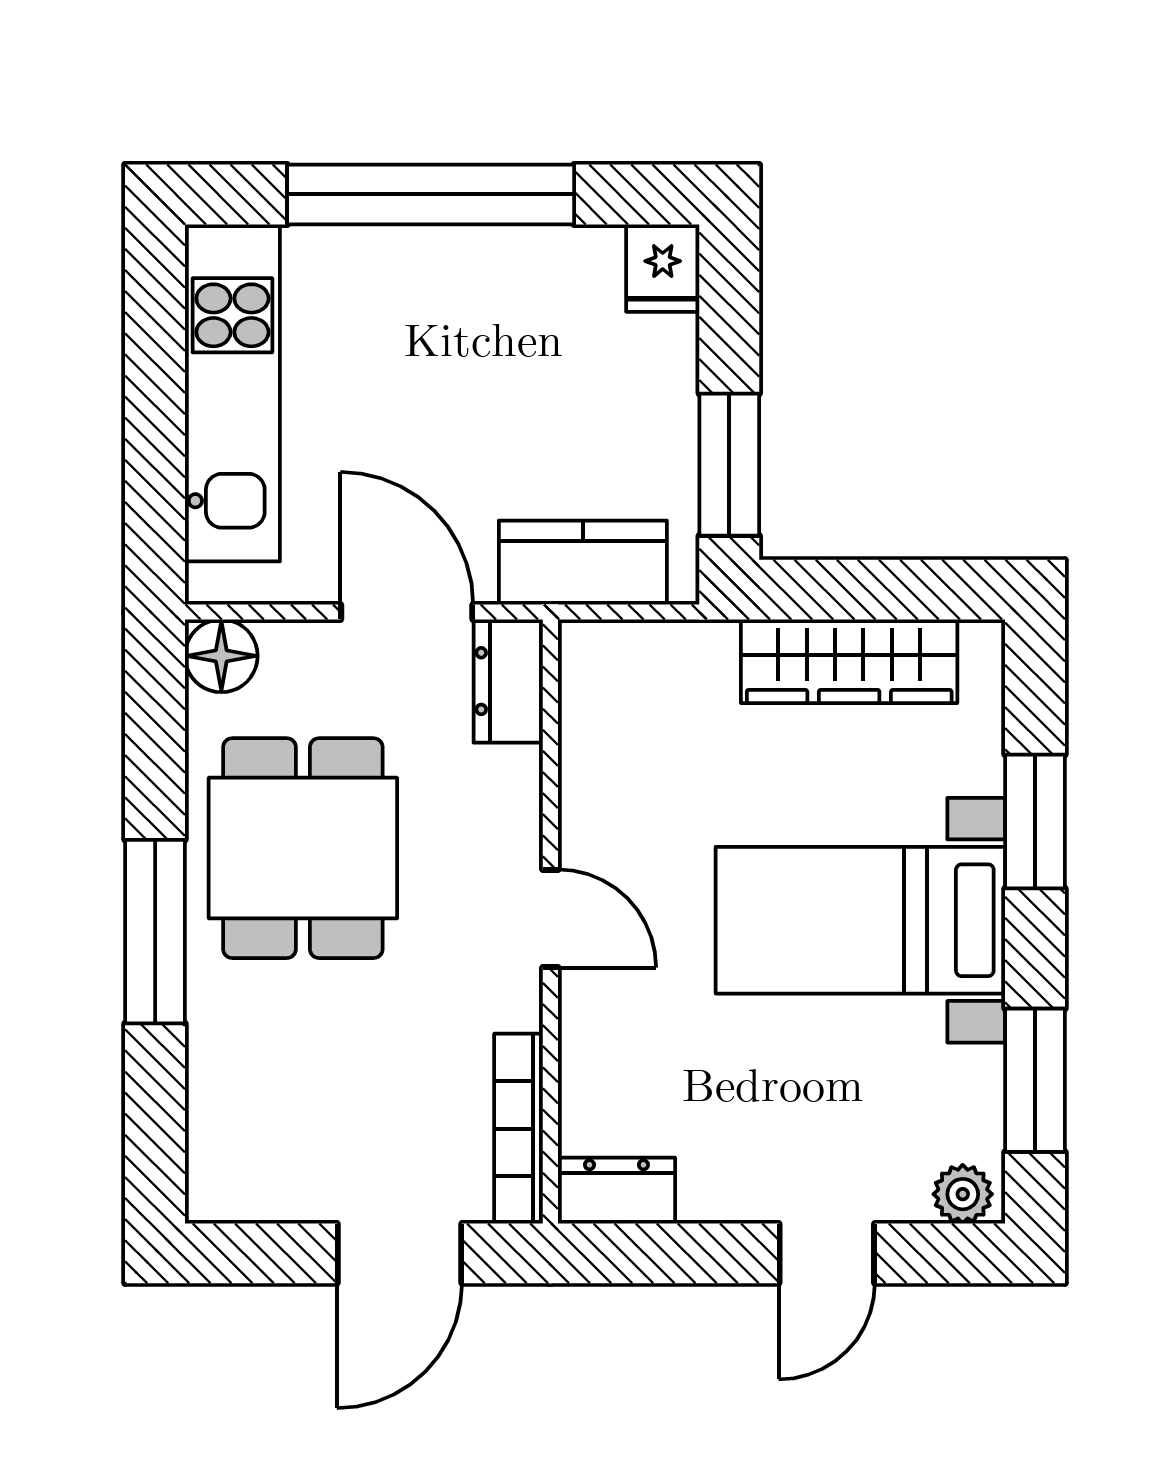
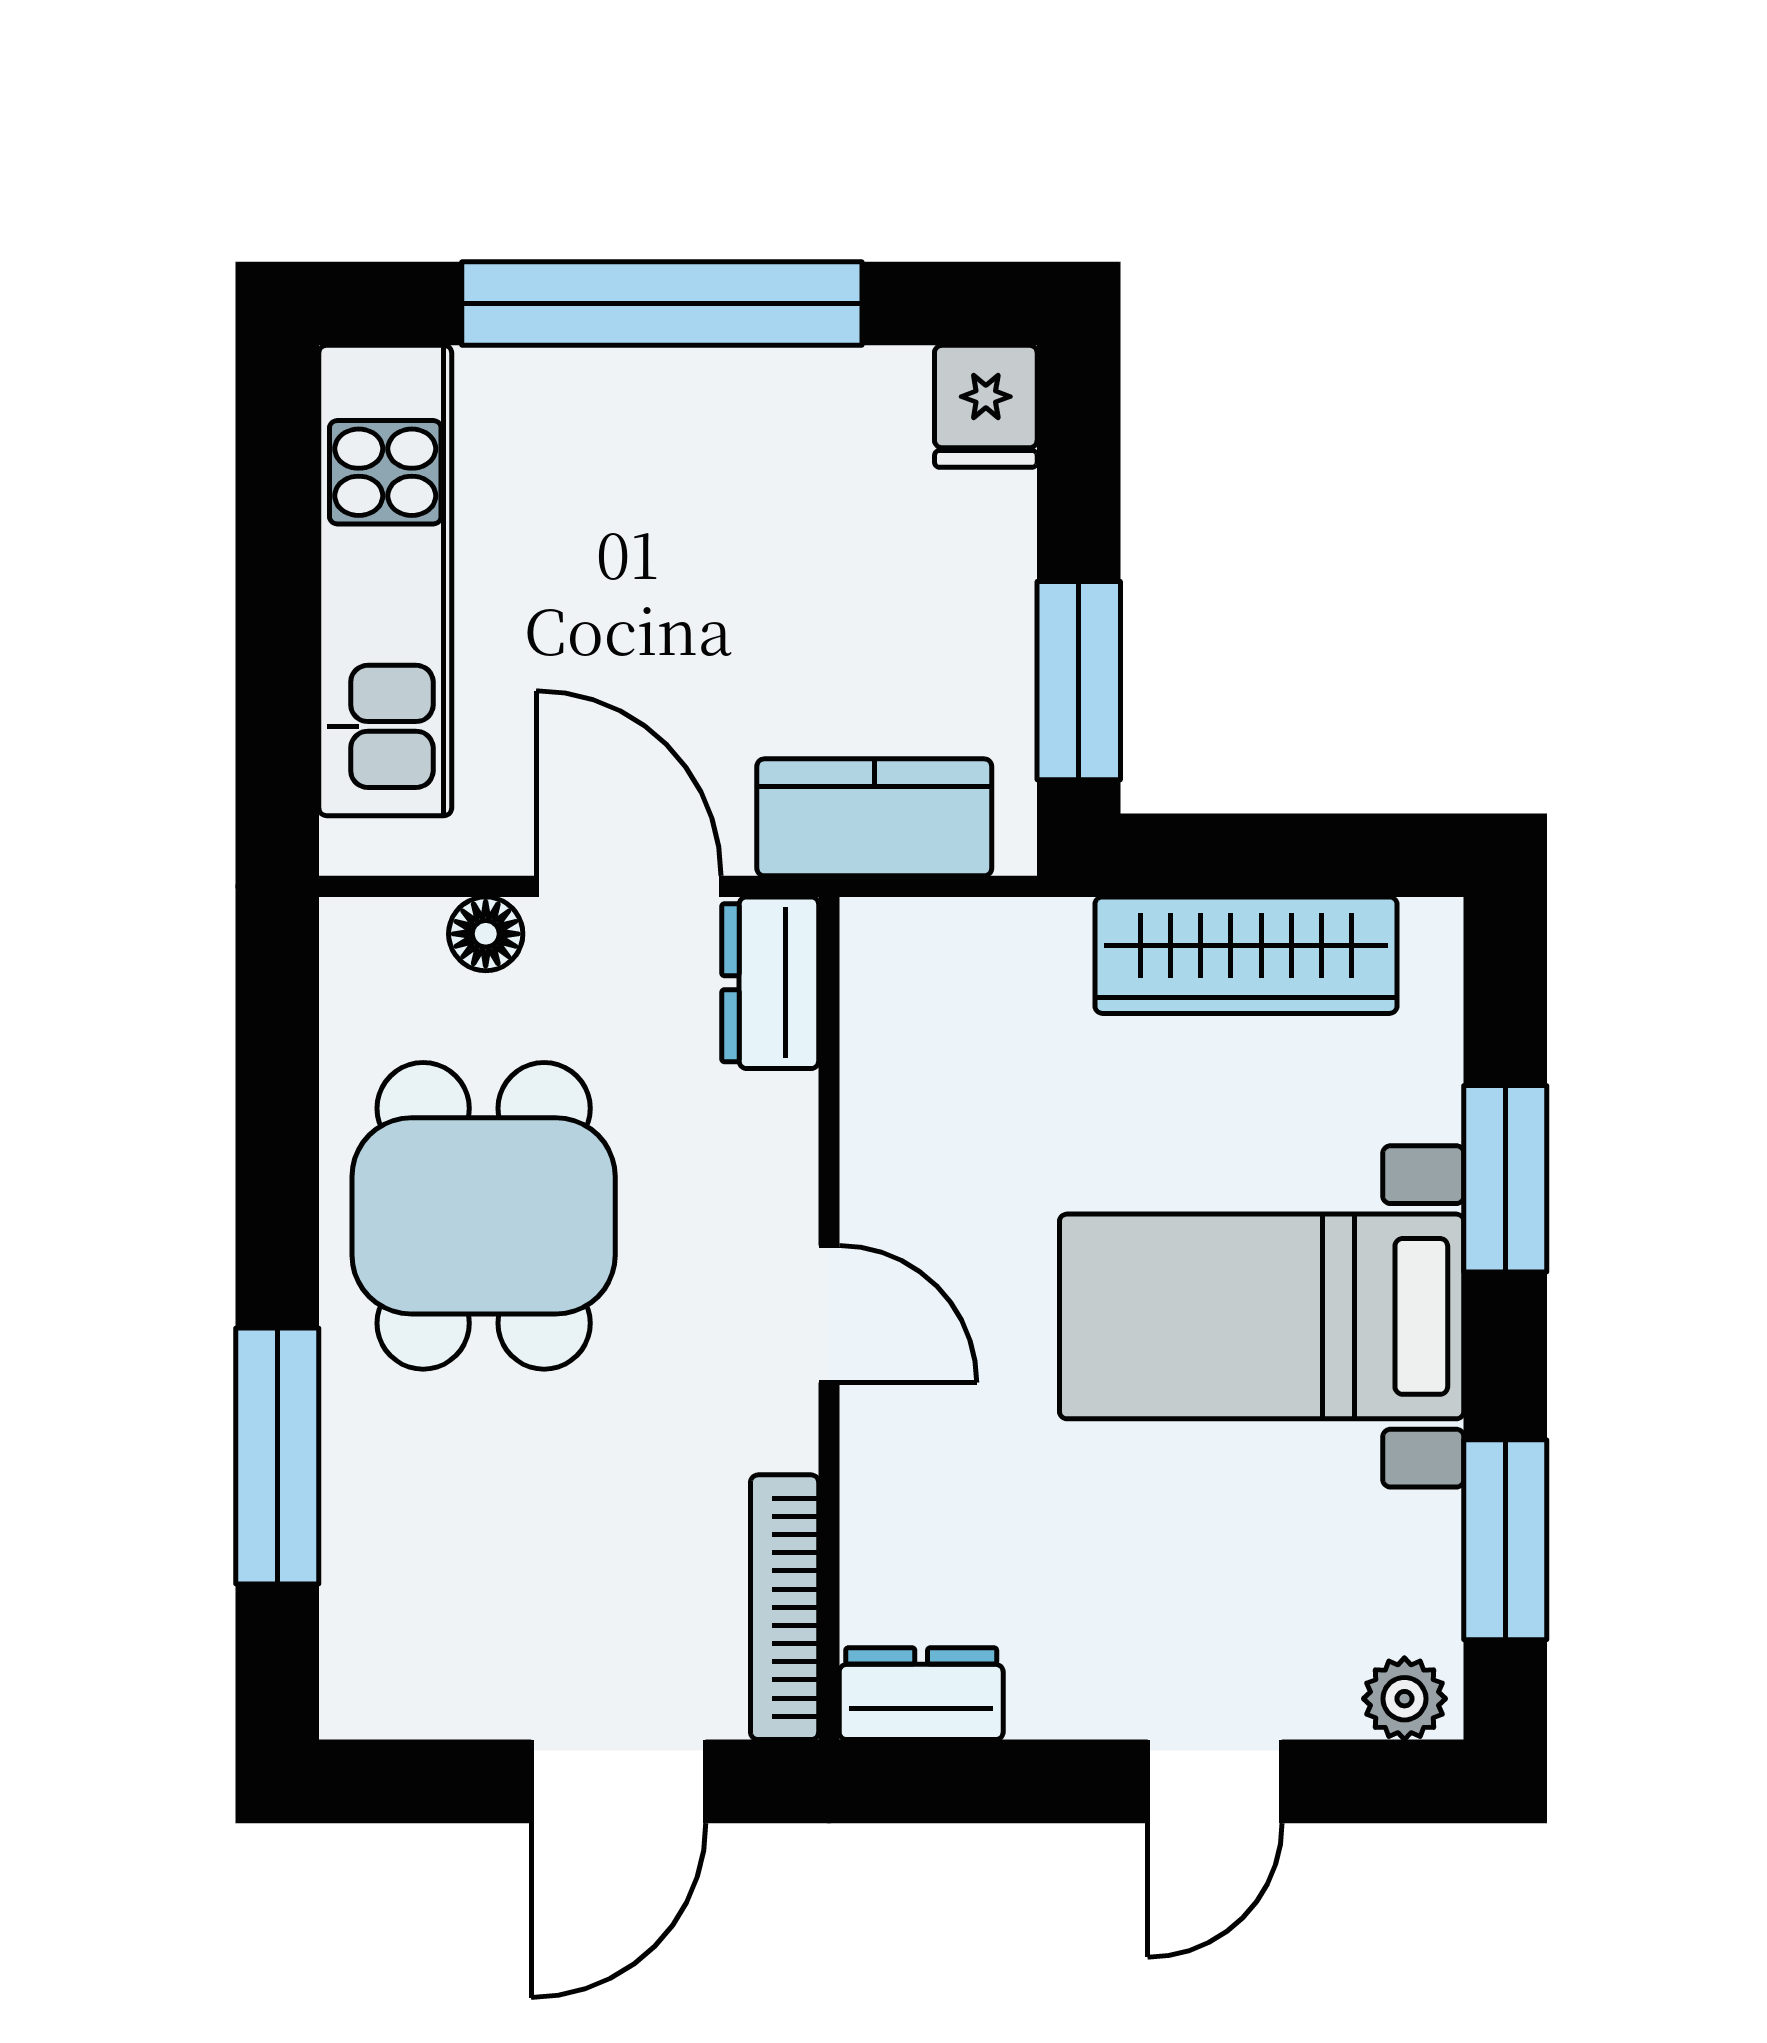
floor lamp: (221, 656) -> (486, 934), moved, width x0.73, depth x0.73
window: (155, 932) -> (277, 1456), moved

